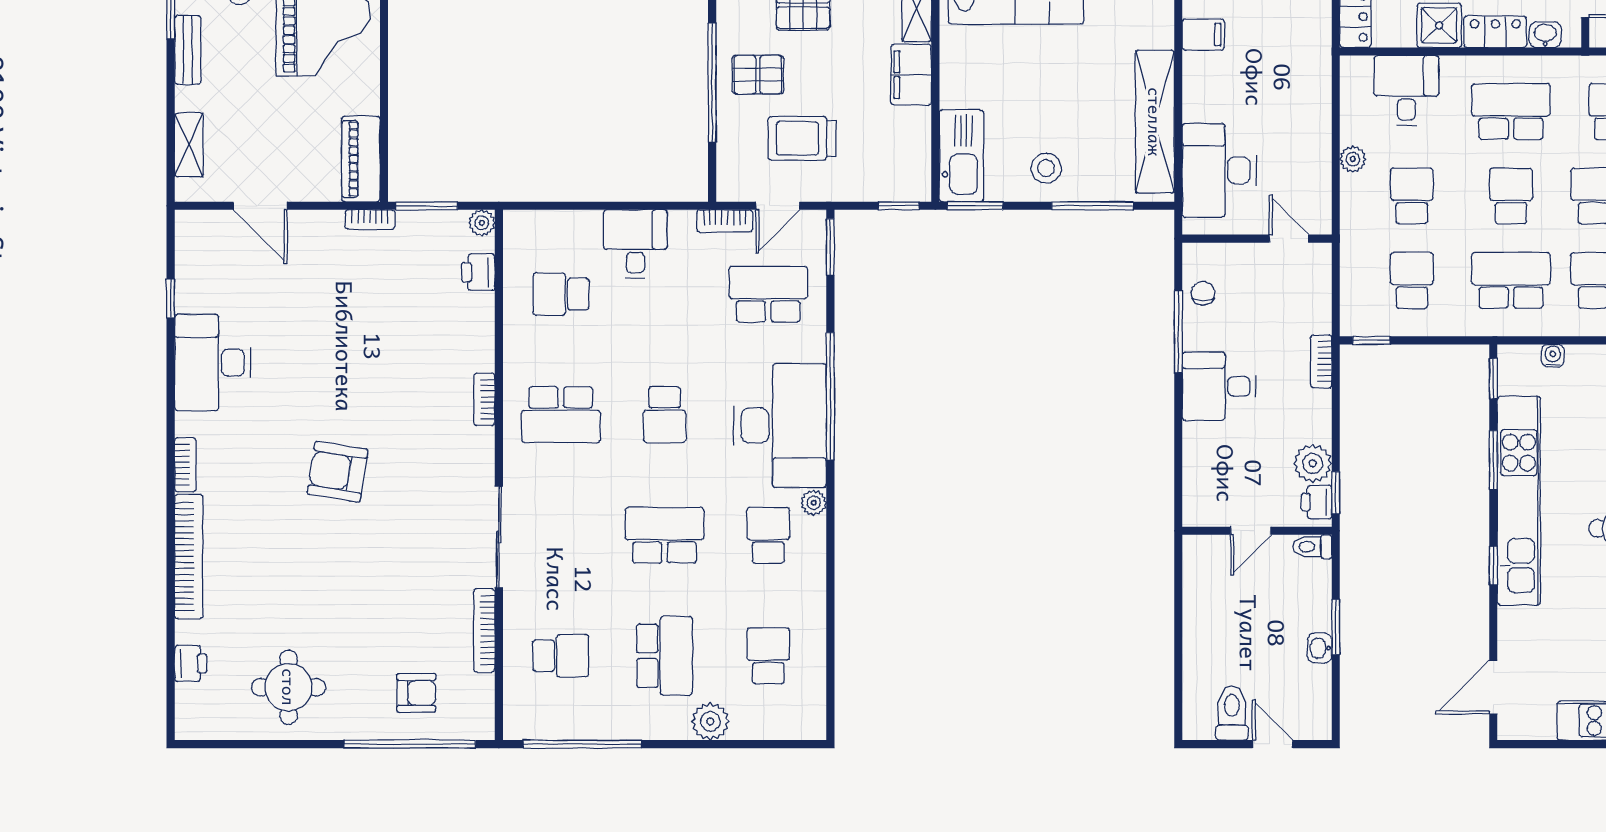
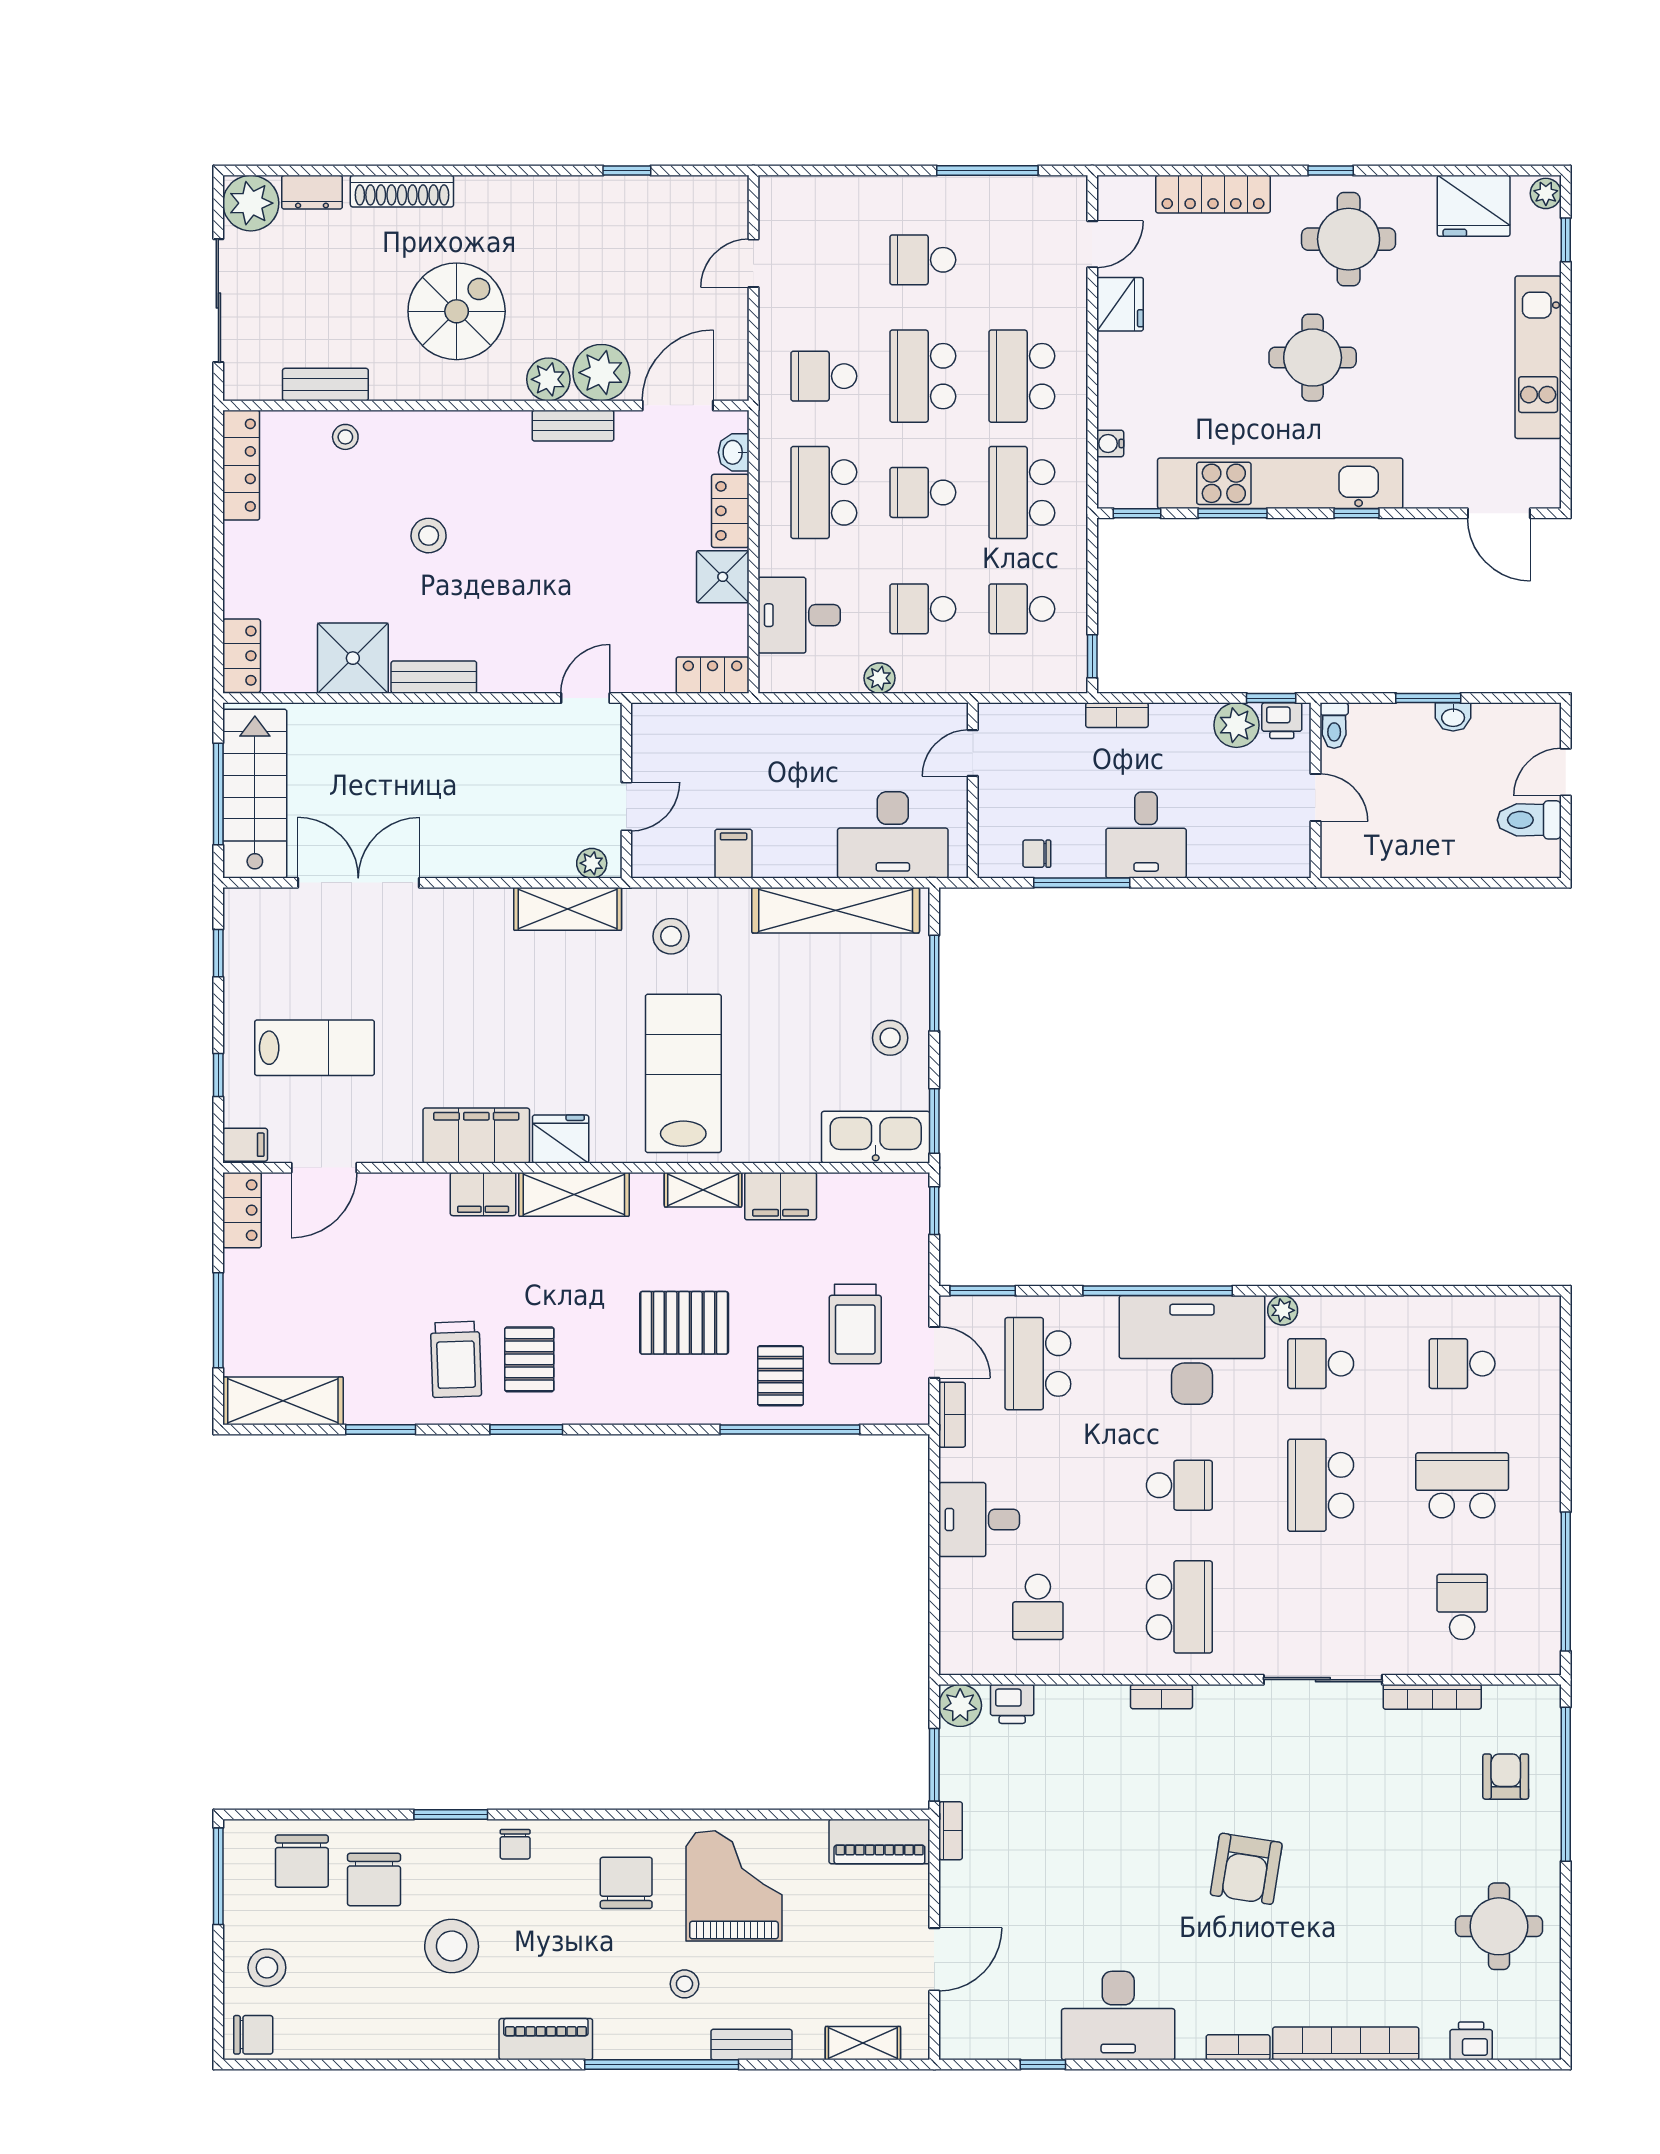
plant: (482, 223) -> (960, 1705), width x1.38, depth x1.38
plant: (710, 721) -> (1539, 1432), removed

